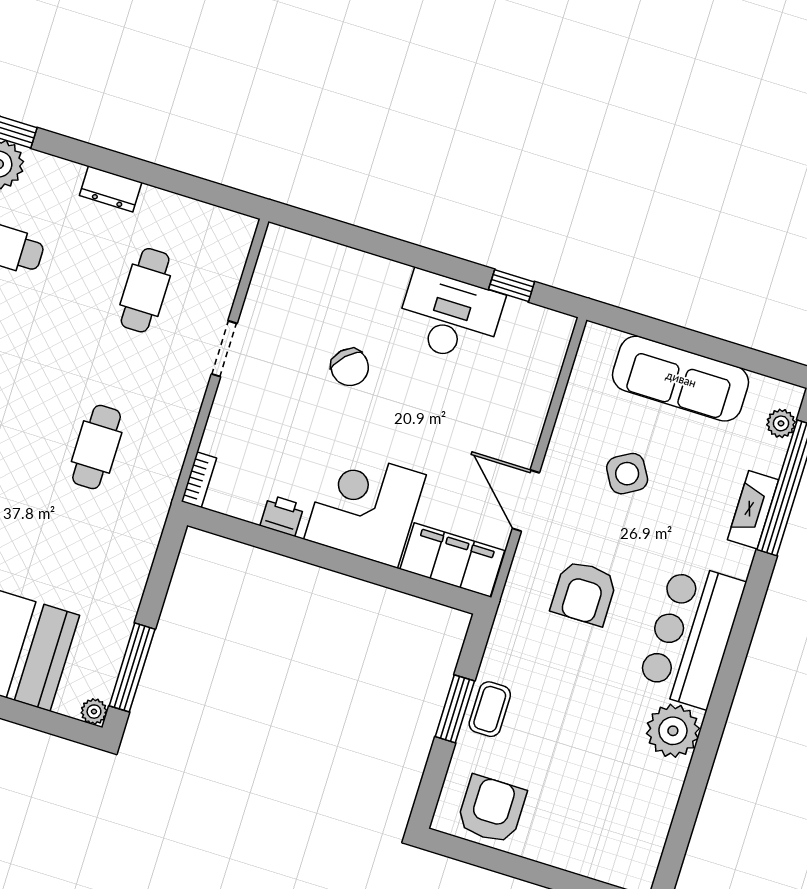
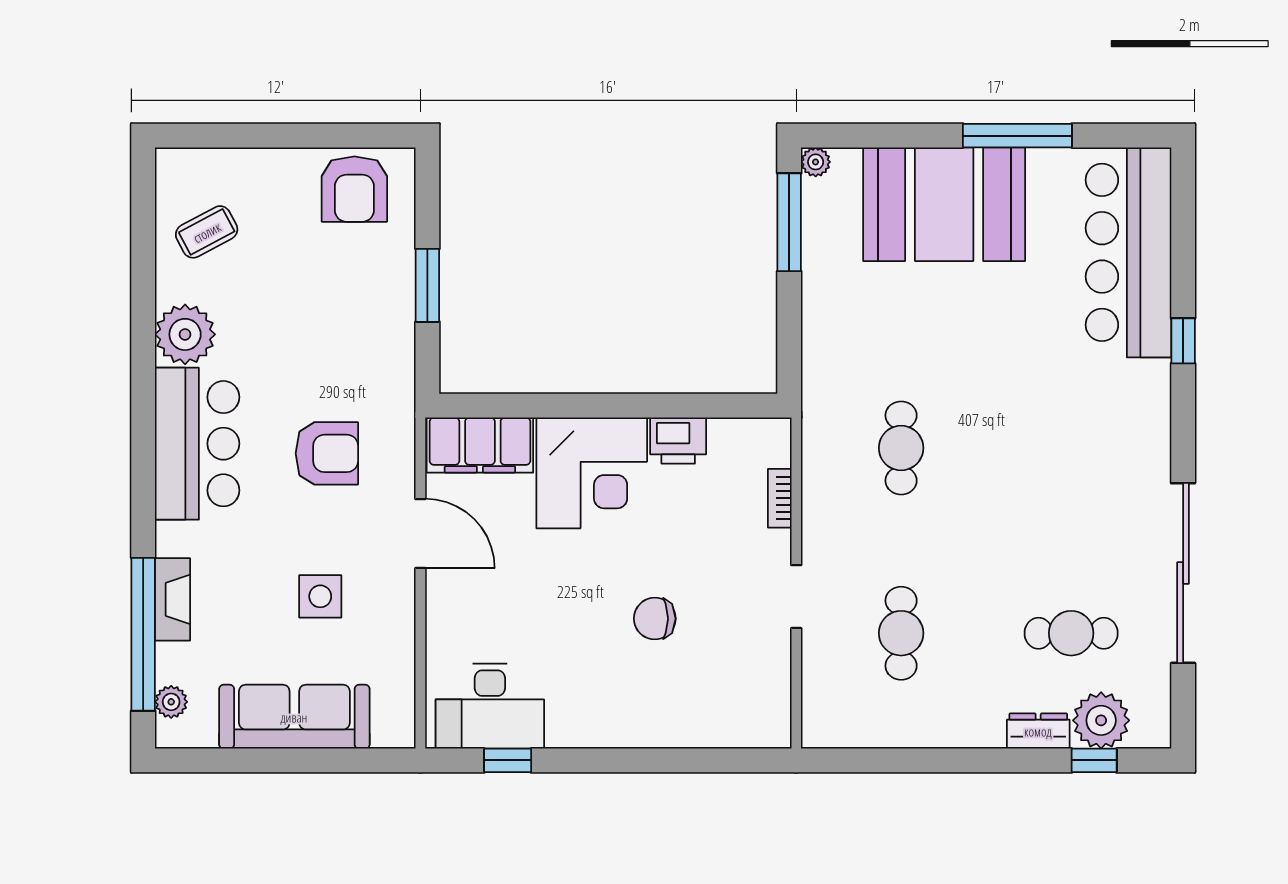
dresser: (111, 189) -> (1038, 731), moved
desk: (450, 317) -> (490, 706), moved
chair: (350, 367) -> (655, 619), turned -45
side table: (627, 474) -> (320, 596), turned 30
bookcase: (199, 480) -> (780, 498), moved
printer: (282, 515) -> (678, 441), width x1.36, depth x1.24
armchair: (584, 593) -> (327, 453), turned 90
coffee table: (490, 709) -> (207, 232), moved, turned 62

